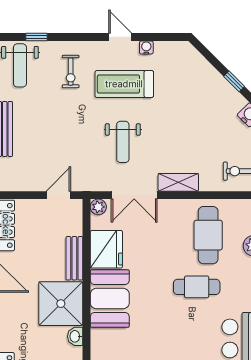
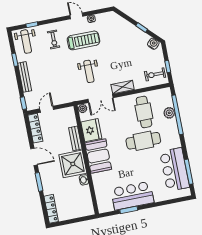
treadmill: (124, 84) -> (83, 40), turned 180
door: (58, 195) -> (47, 109), moved
cafe table: (197, 287) -> (143, 141), width x1.37, depth x1.35

